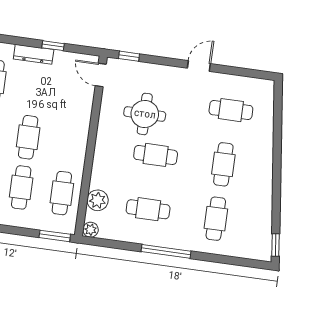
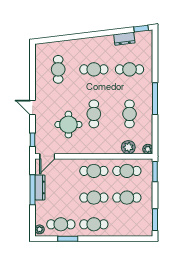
window: (53, 46) -> (33, 190), width x2.17
dresser: (34, 54) -> (40, 187), moved
door: (199, 66) -> (33, 108), moved
cafe table: (69, 143) -> (94, 171), added
dresser: (264, 217) -> (124, 39), added

